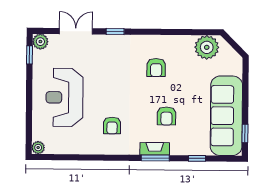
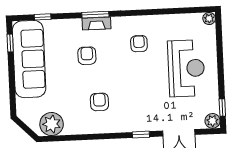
window: (197, 158) -> (43, 17), moved

